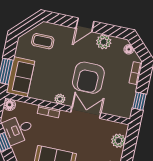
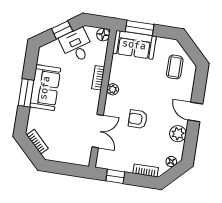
armchair: (88, 78) -> (138, 119), width x0.53, depth x0.53
double door: (86, 112) -> (98, 131), moved
plant: (118, 141) -> (71, 156), removed

